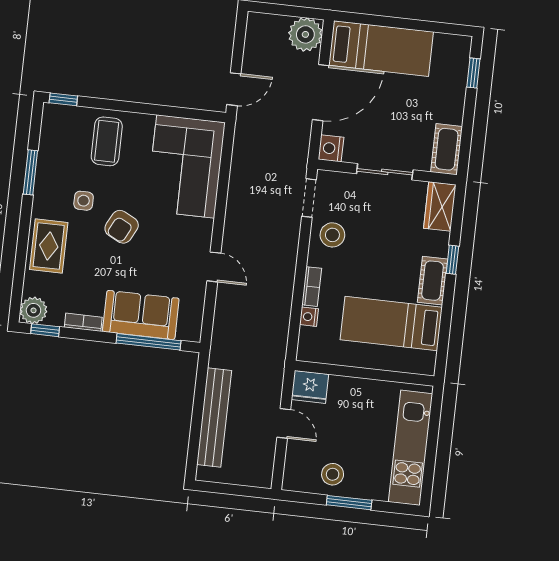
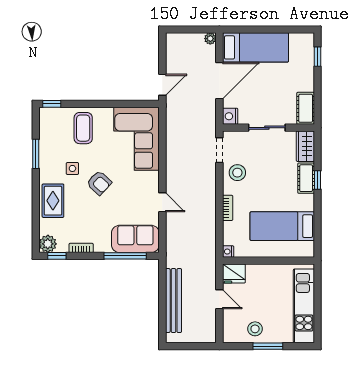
plant: (305, 34) -> (210, 39), width x0.53, depth x0.53
armchair: (122, 227) -> (99, 183), turned -74
cot: (433, 281) -> (306, 178), moved
sofa: (141, 315) -> (135, 239), moved
nightstand: (309, 317) -> (228, 252), moved

